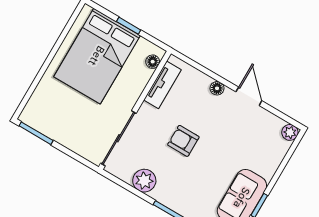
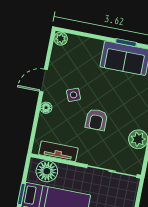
floor lamp: (153, 62) -> (47, 171), width x1.89, depth x1.89
side table: (221, 125) -> (74, 95), added

